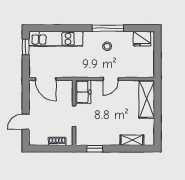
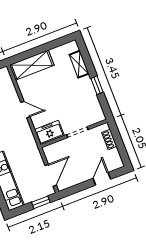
window: (26, 47) -> (41, 202), moved
door: (26, 122) -> (102, 179), swing flipped
window: (95, 149) -> (97, 85), moved

